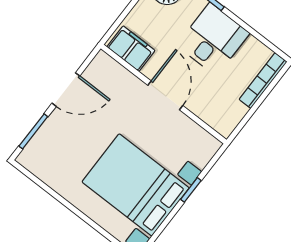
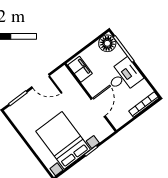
door: (165, 95) -> (98, 108), moved

